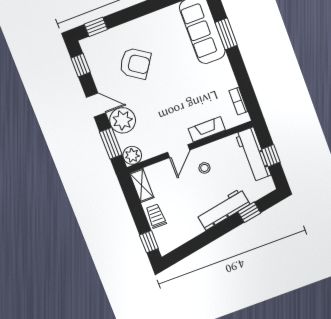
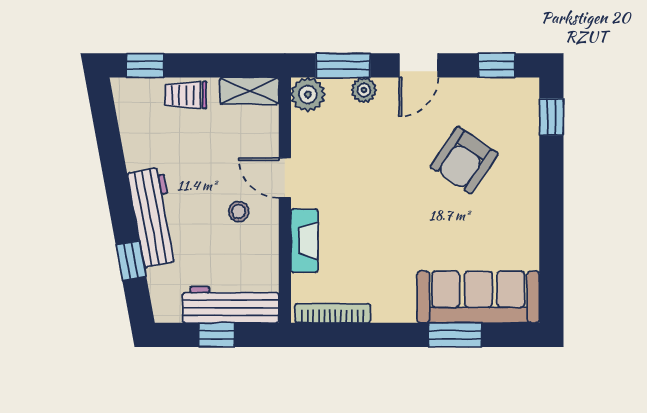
bookcase: (238, 101) -> (333, 313), width x1.56
plant: (123, 120) -> (364, 90), width x0.53, depth x0.53
trolley: (156, 216) -> (186, 95), turned 180

